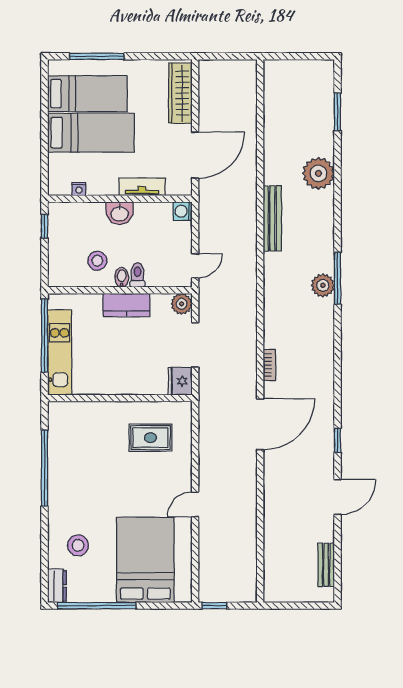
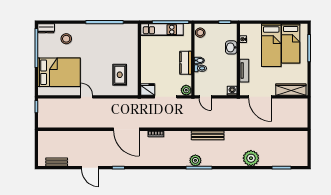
washbasin: (120, 213) -> (231, 47), moved
bench: (272, 218) -> (208, 135), moved
stool: (97, 261) -> (200, 33), moved

